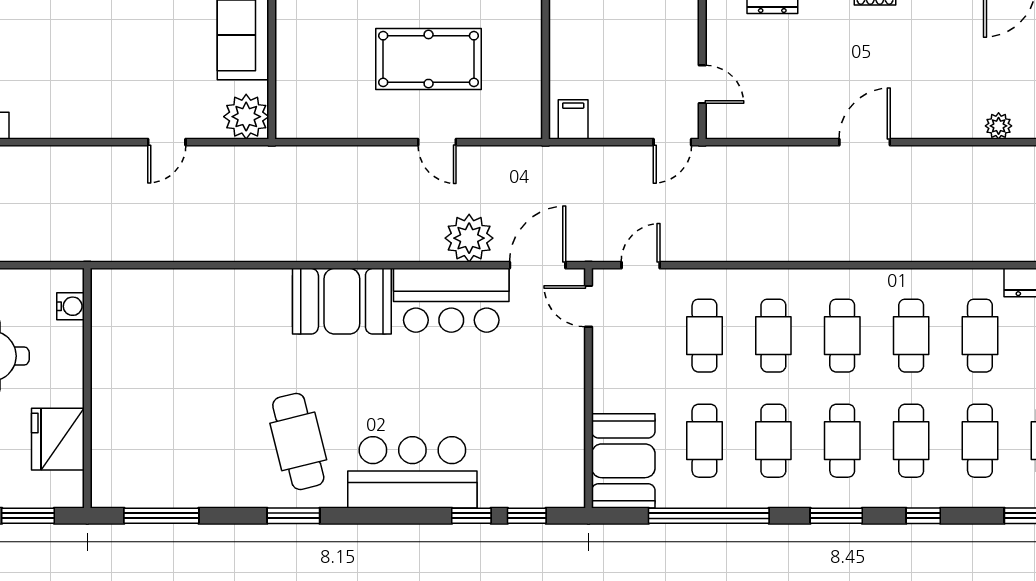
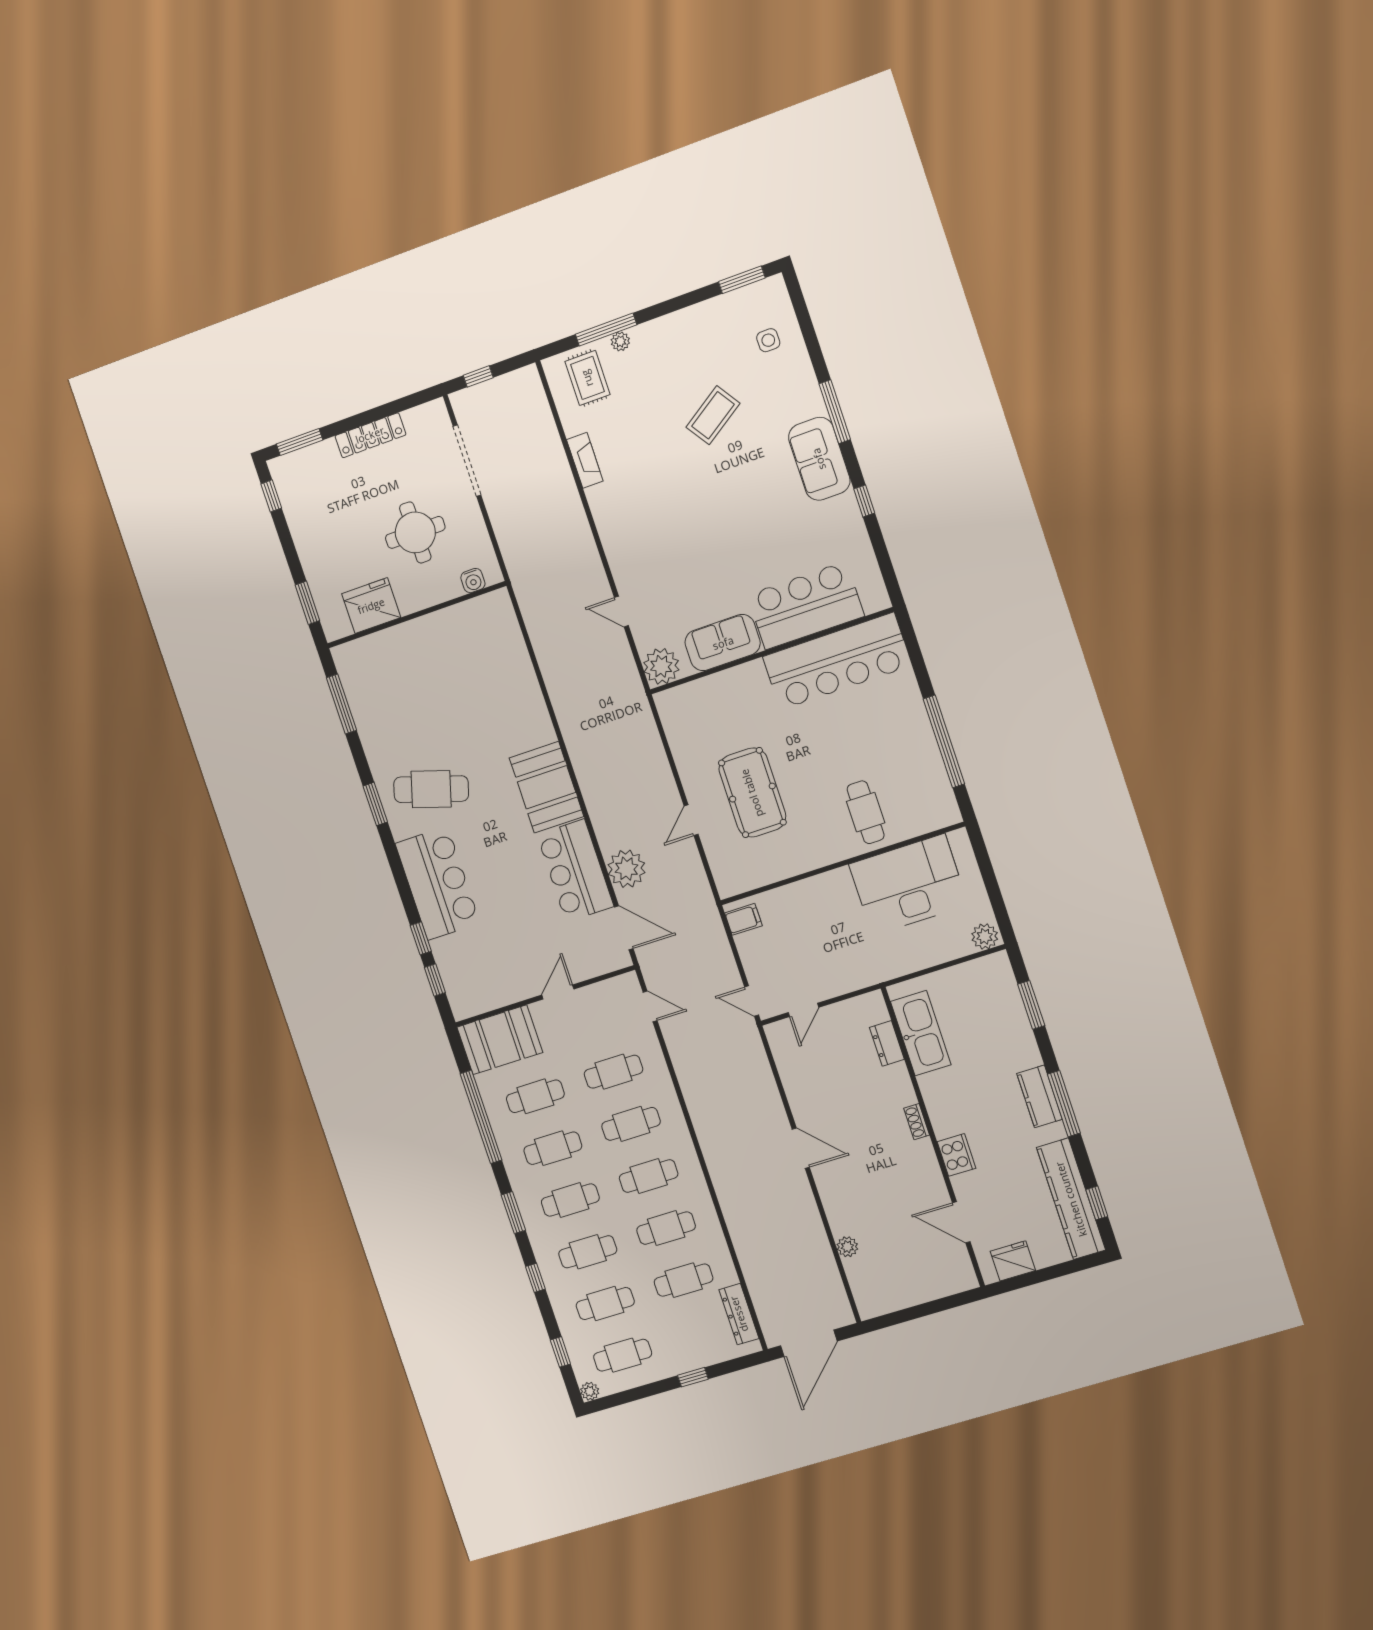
door: (588, 306) -> (558, 992), moved
cafe table: (298, 441) -> (431, 789), turned 31

